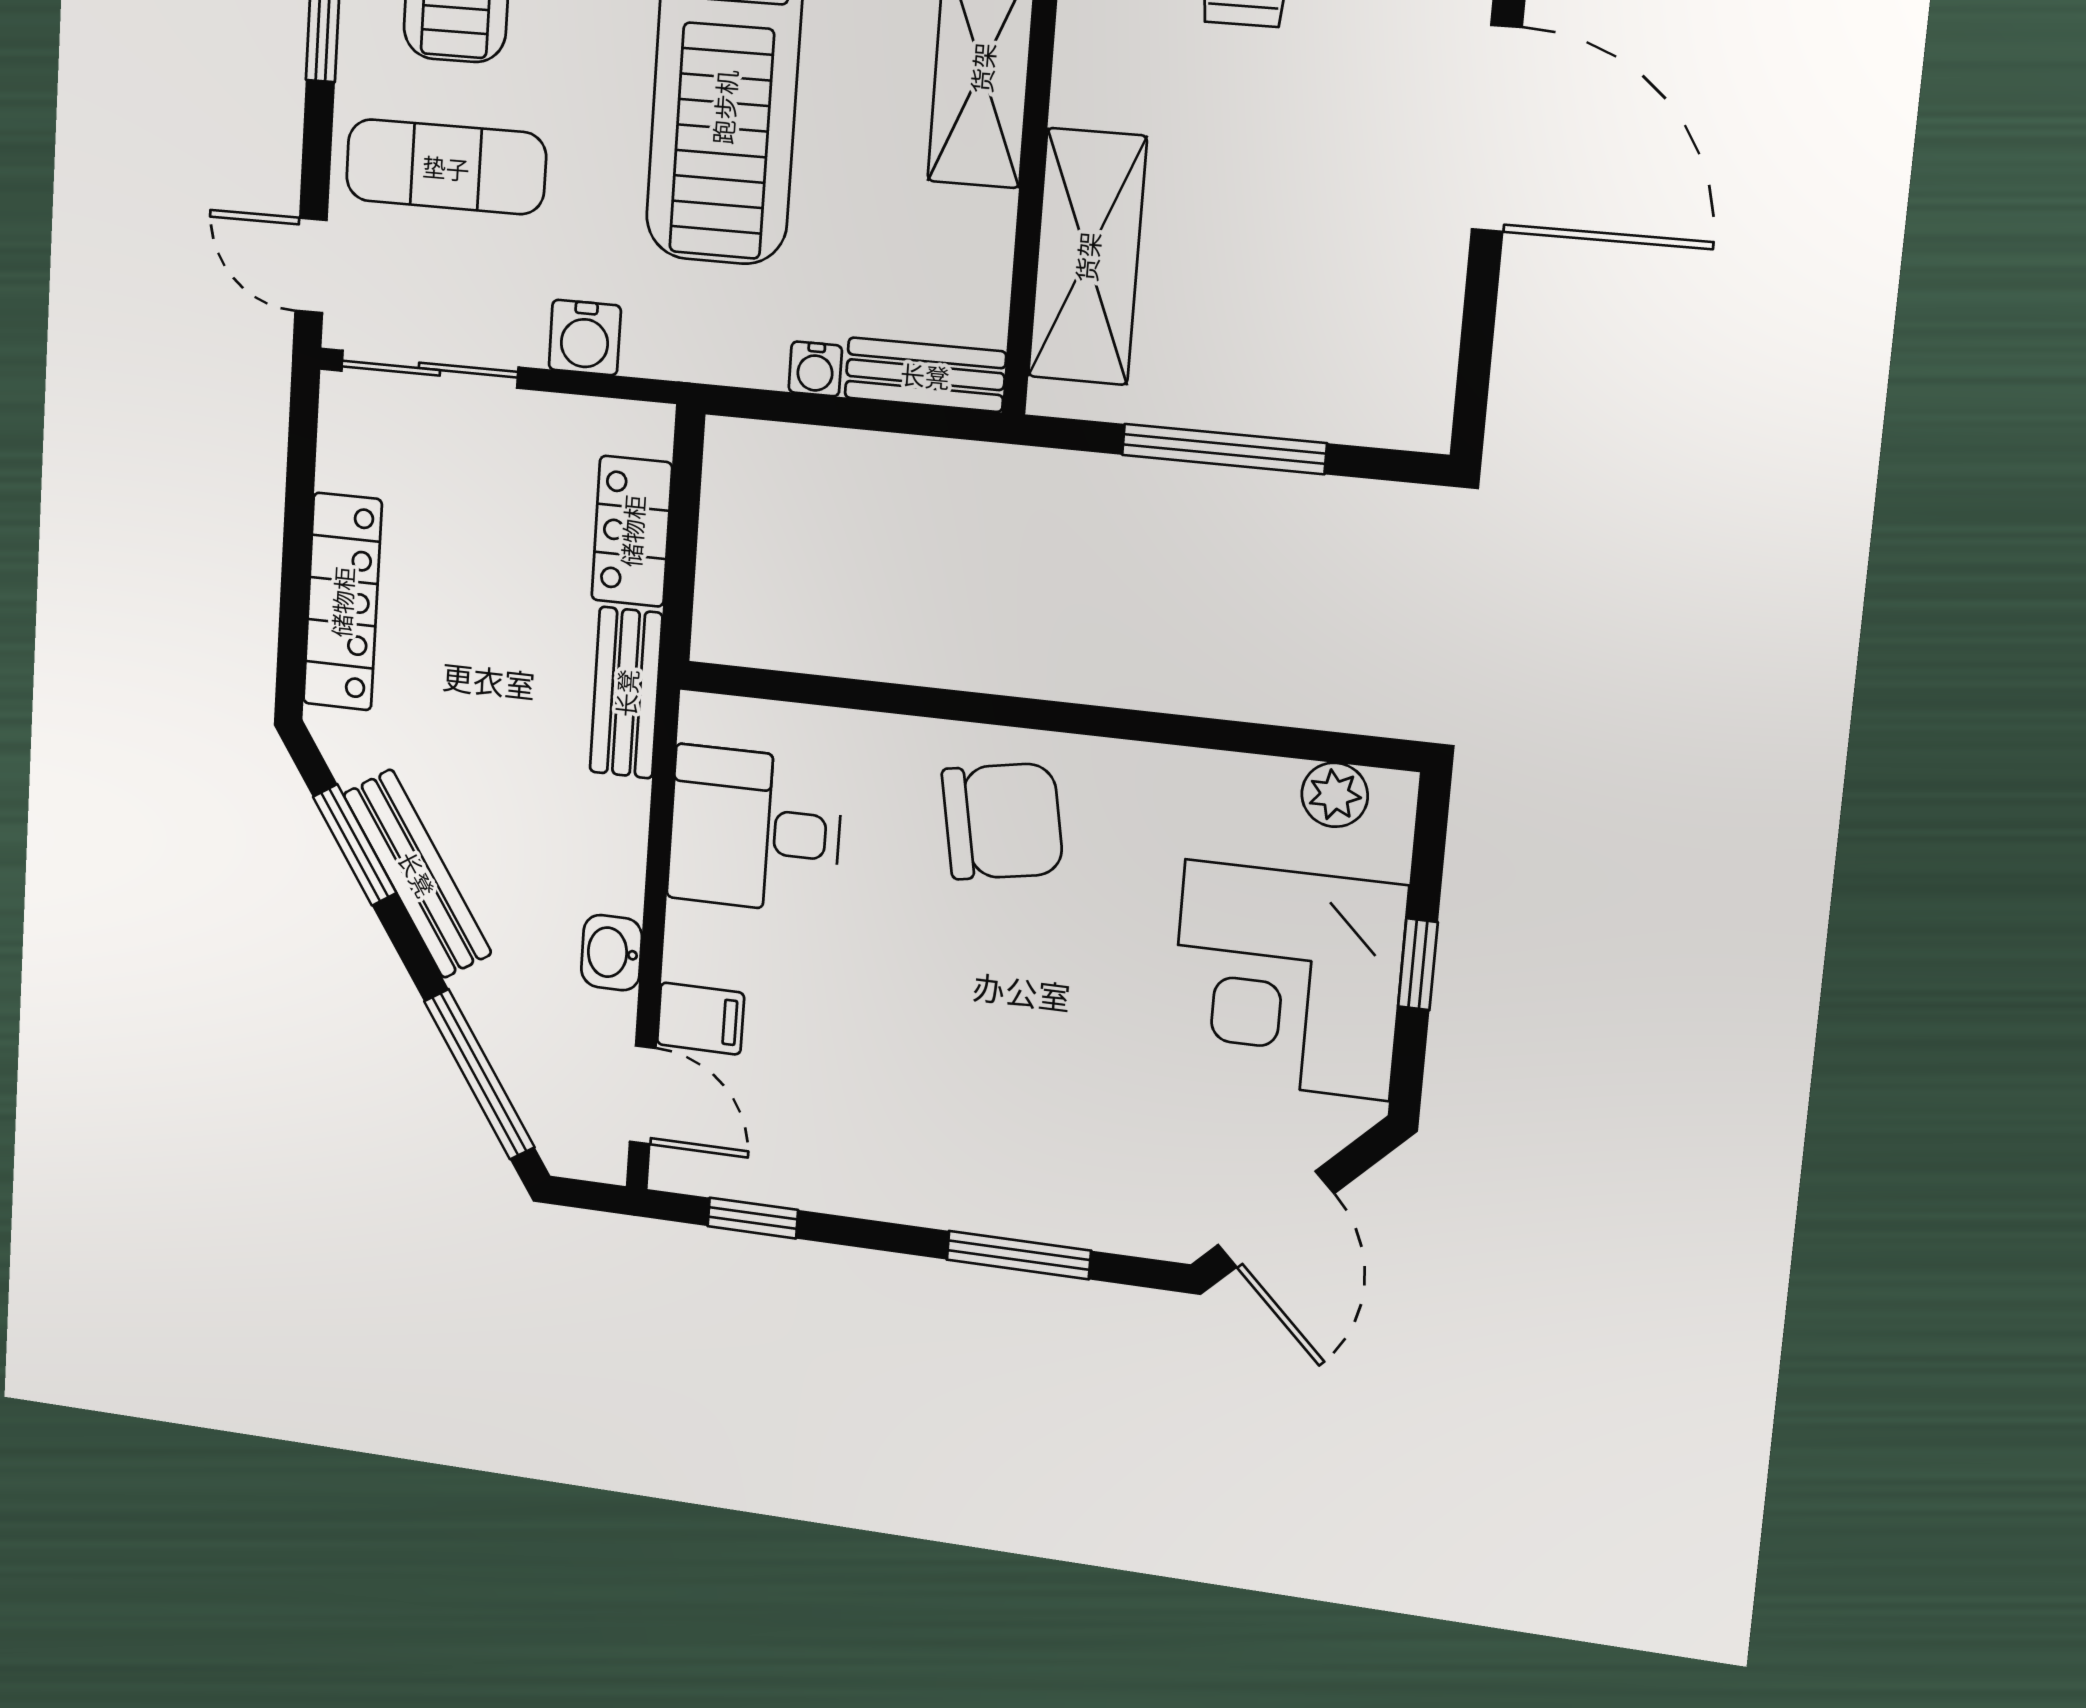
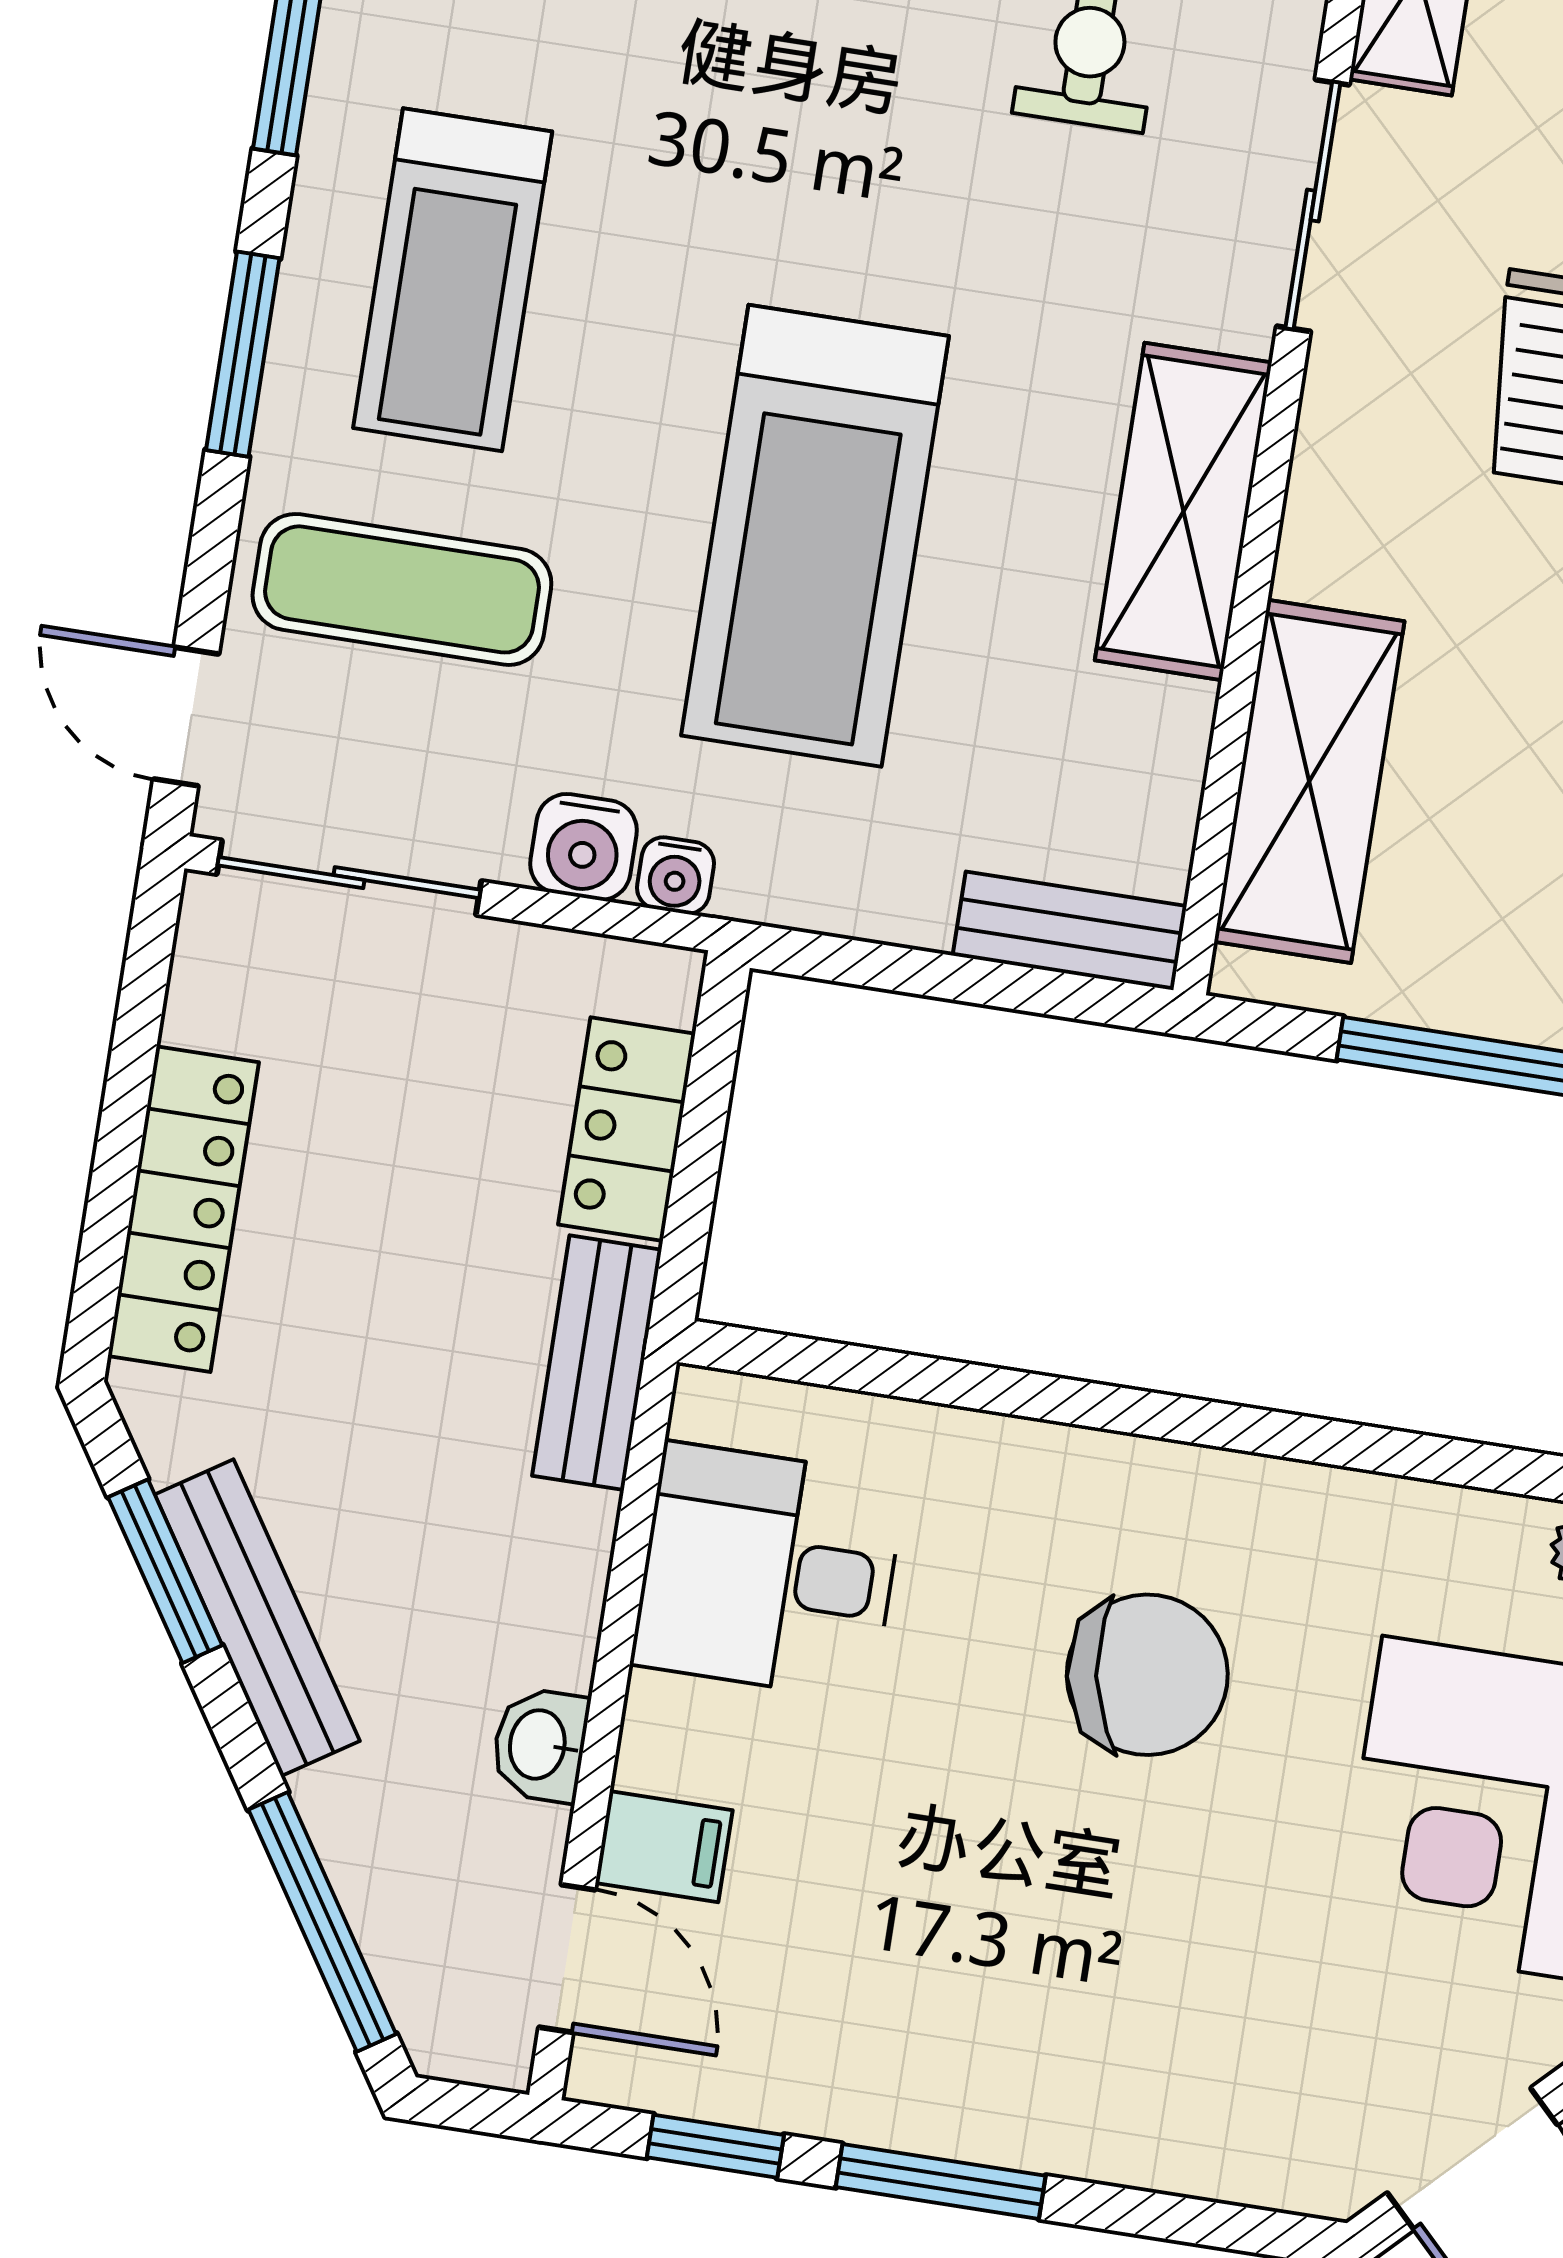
water cooler: (815, 369) -> (675, 876), moved
chair: (1003, 821) -> (1147, 1675), moved
window: (1019, 1255) -> (941, 2181), moved

